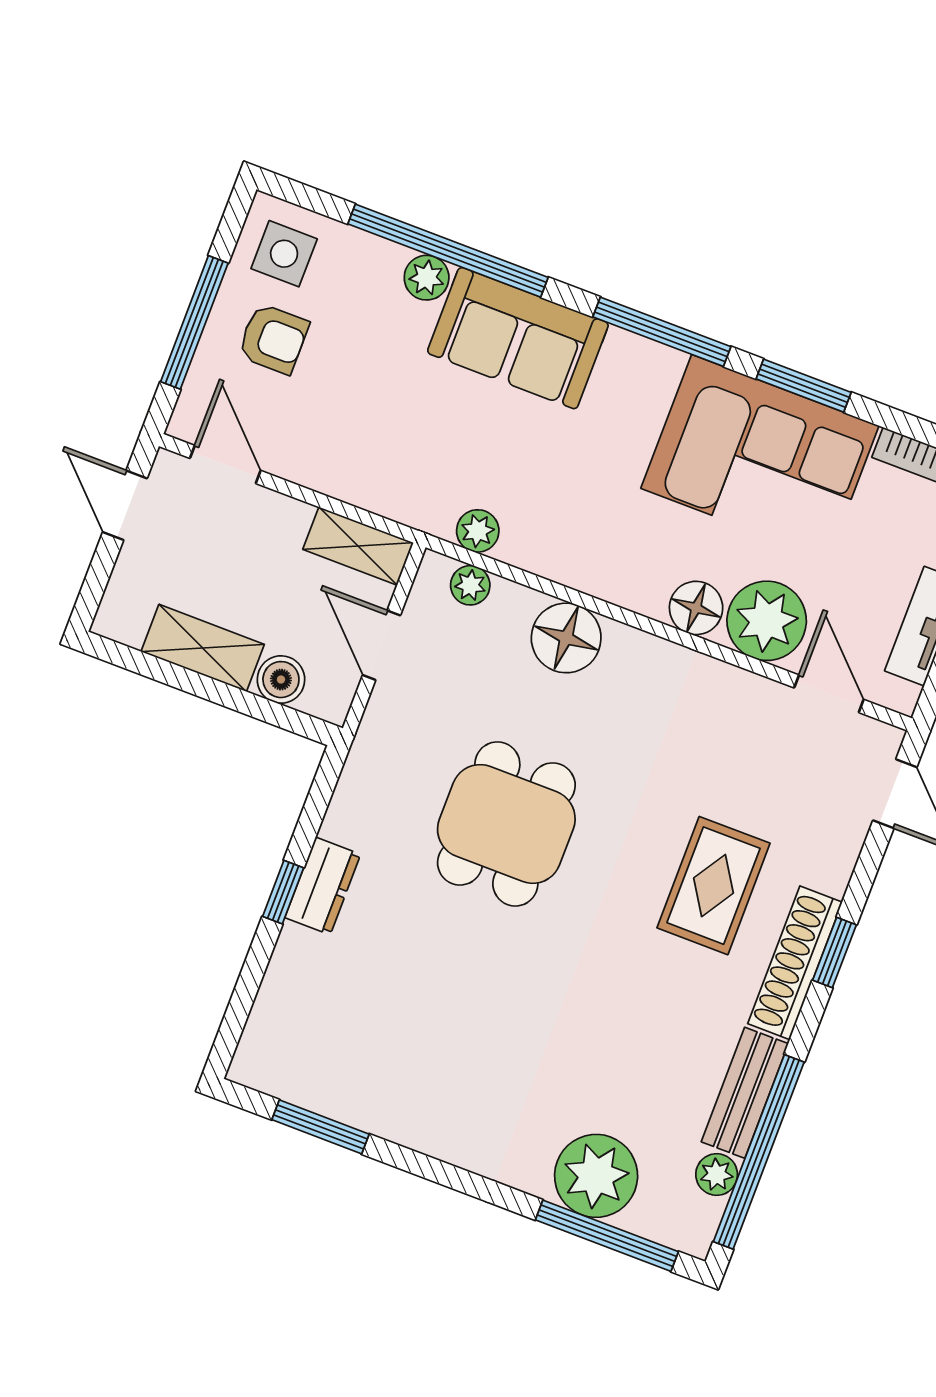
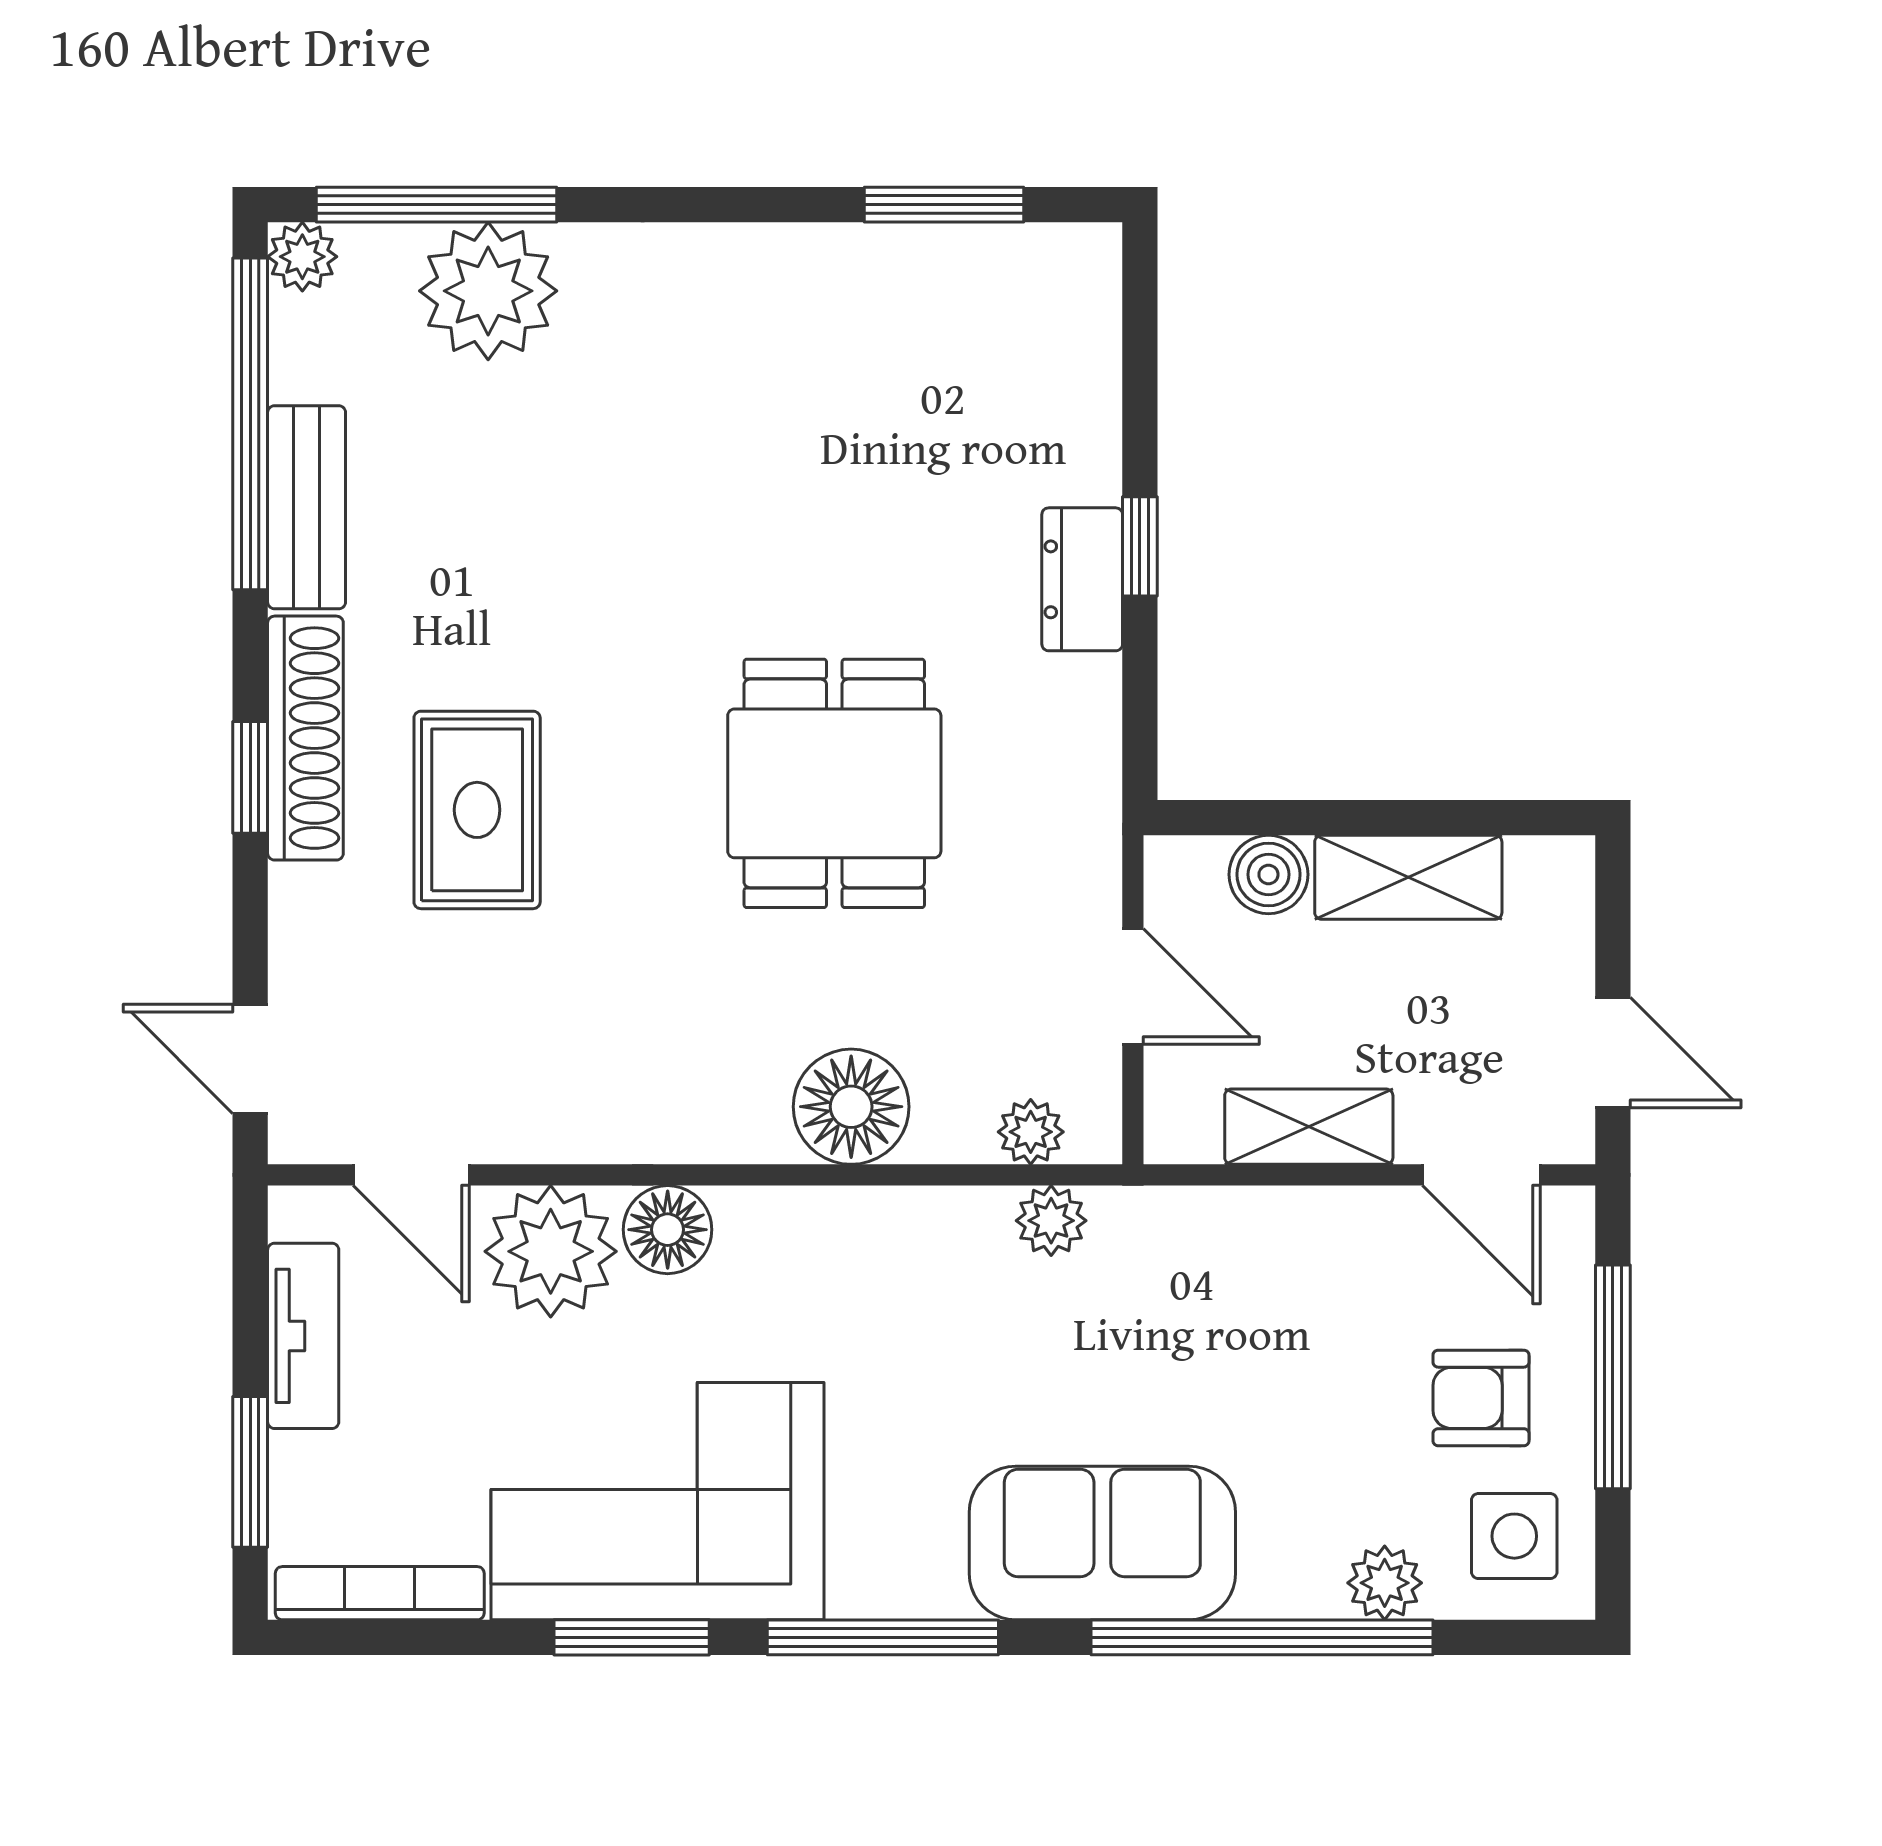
plant: (427, 278) -> (1385, 1583), moved
shelving: (358, 546) -> (1309, 1127), moved
plant: (717, 1175) -> (302, 257), moved

